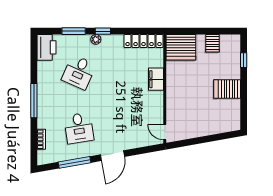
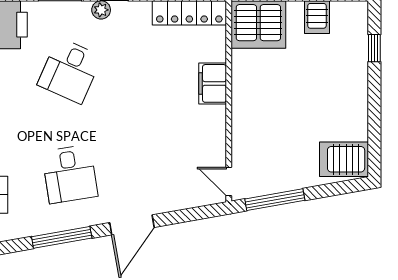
server rack: (227, 89) -> (344, 159), moved
window: (190, 142) -> (275, 200), added

